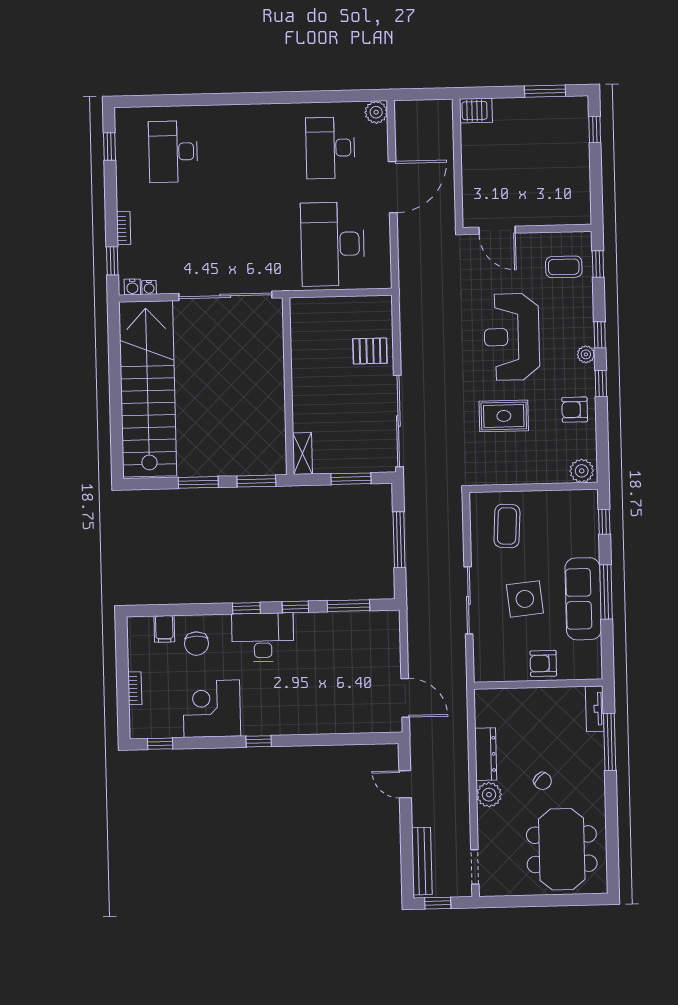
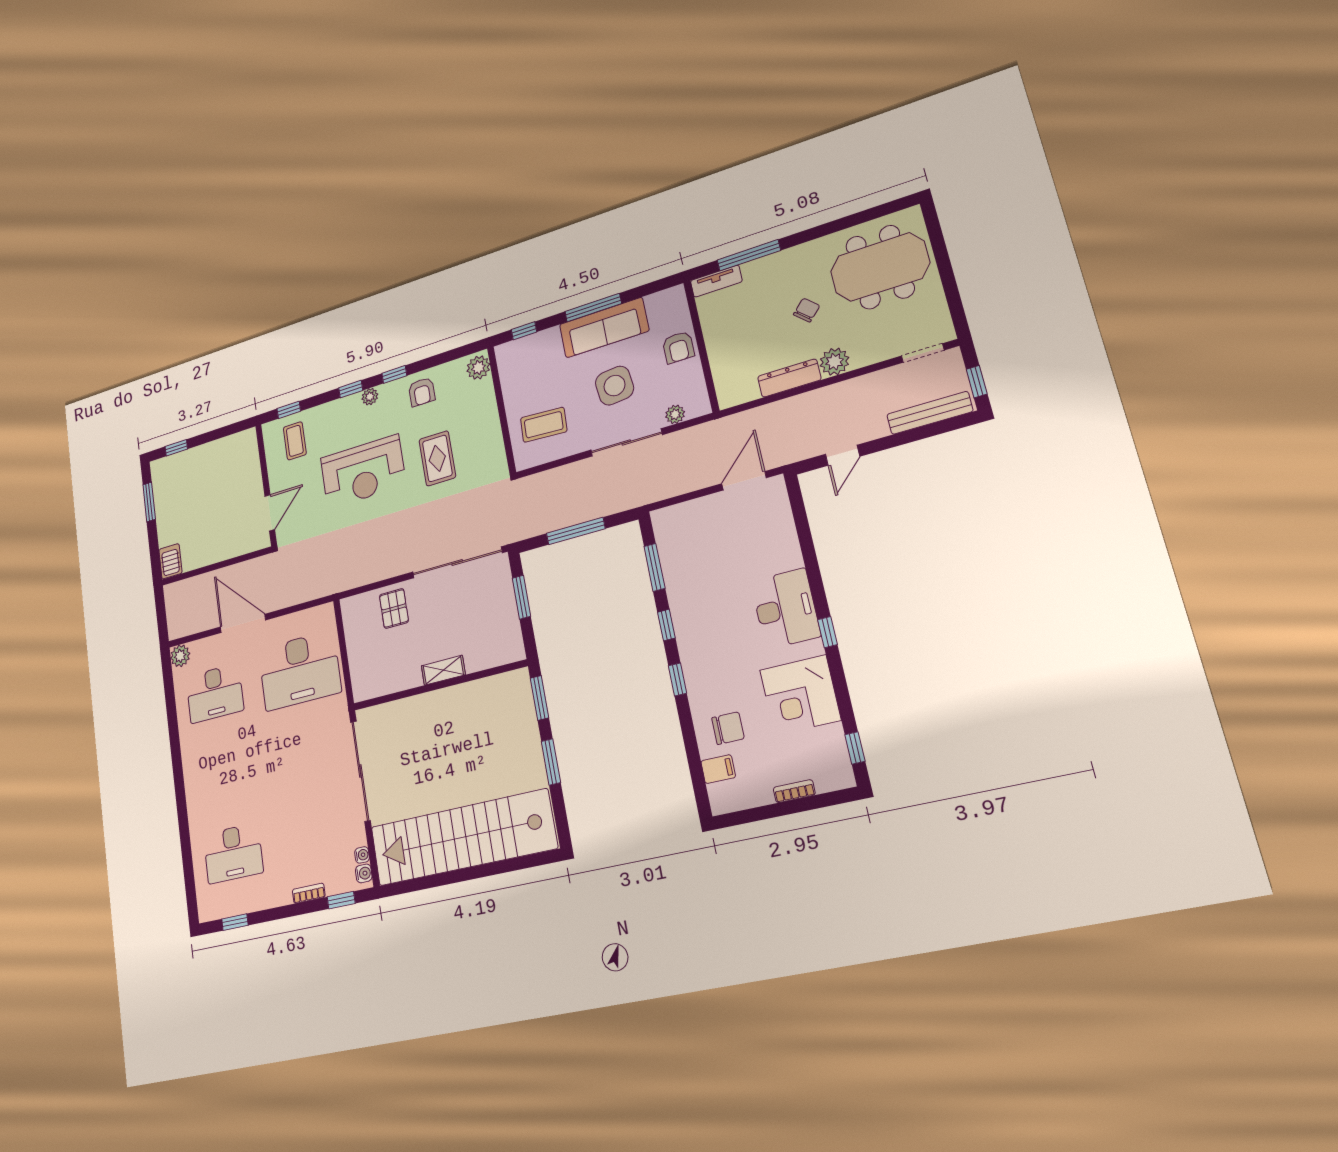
shelving: (302, 453) -> (443, 670), moved
desk: (263, 637) -> (786, 609), moved, turned 180
plant: (482, 649) -> (675, 414), added

